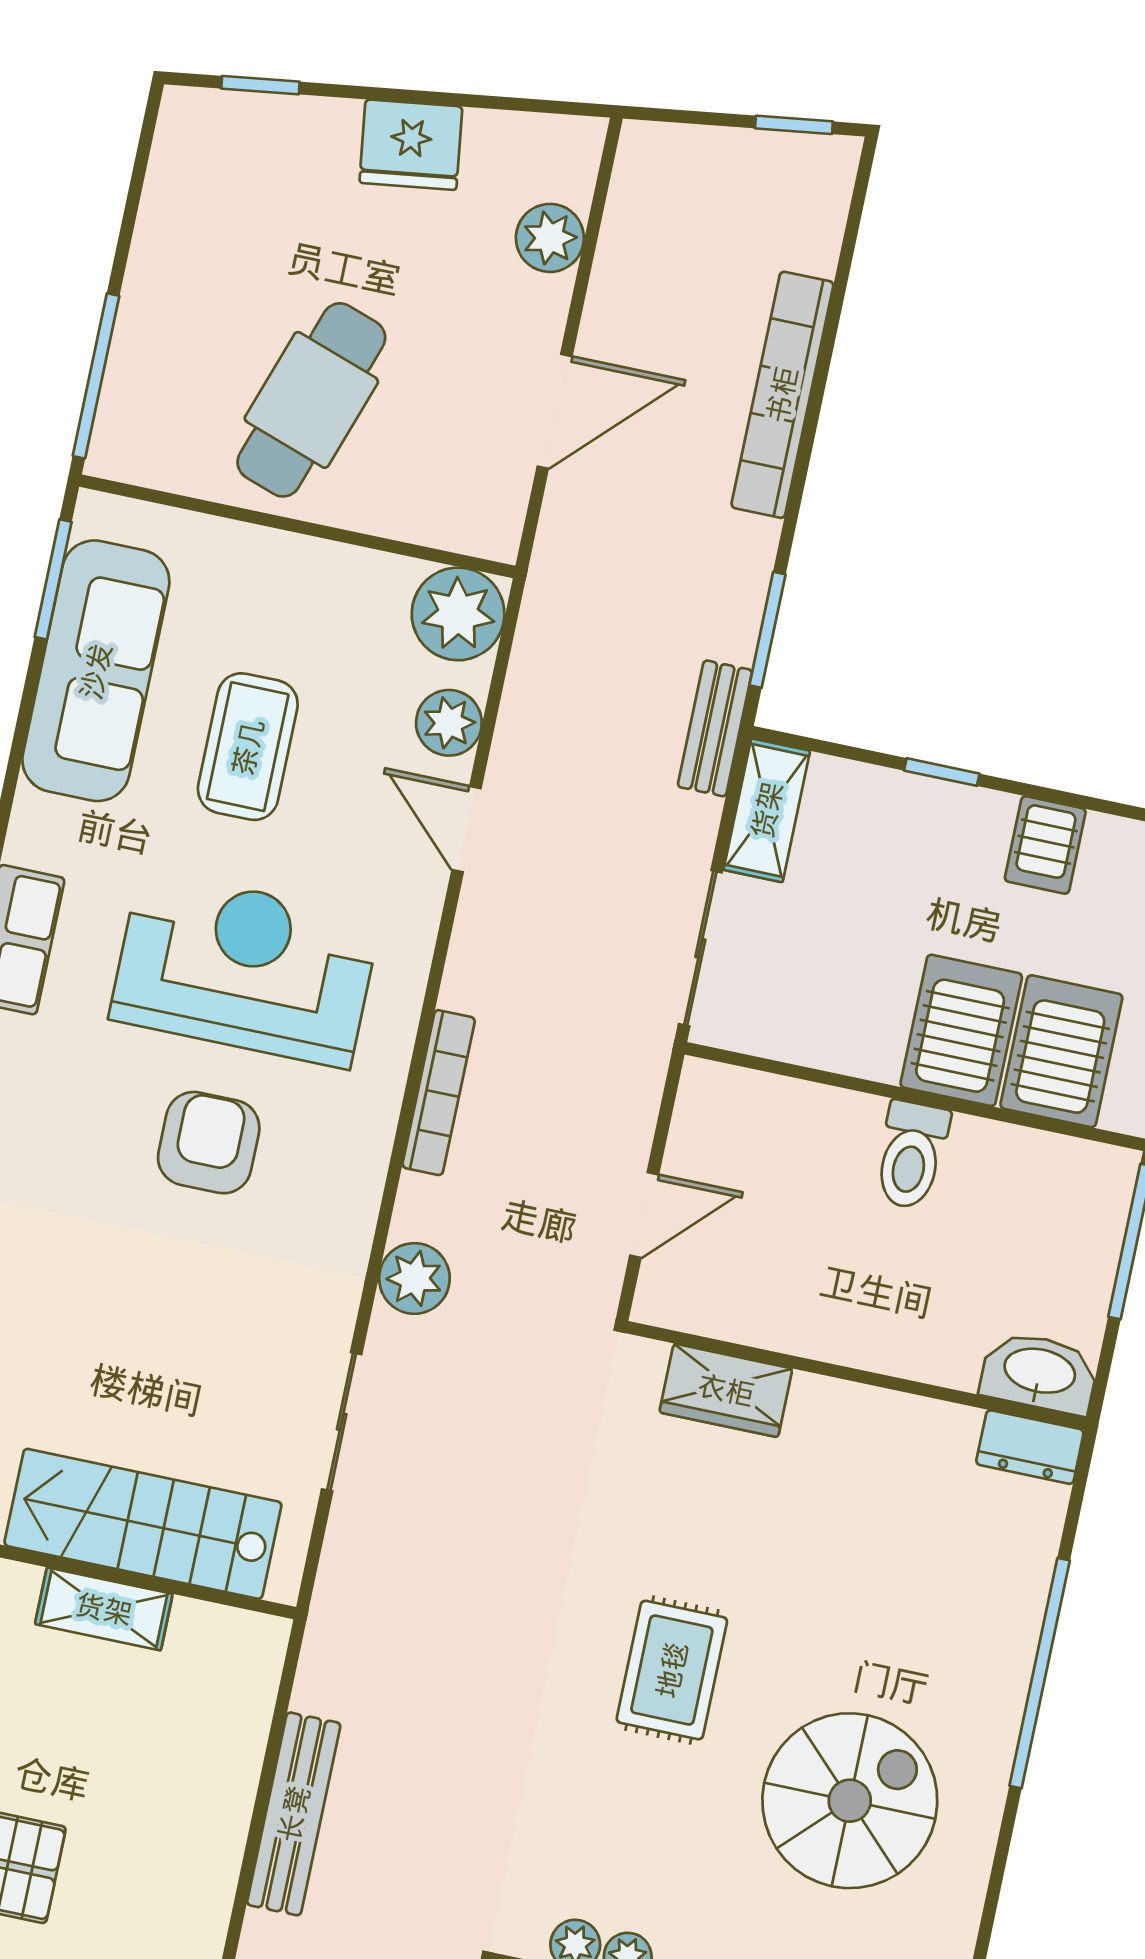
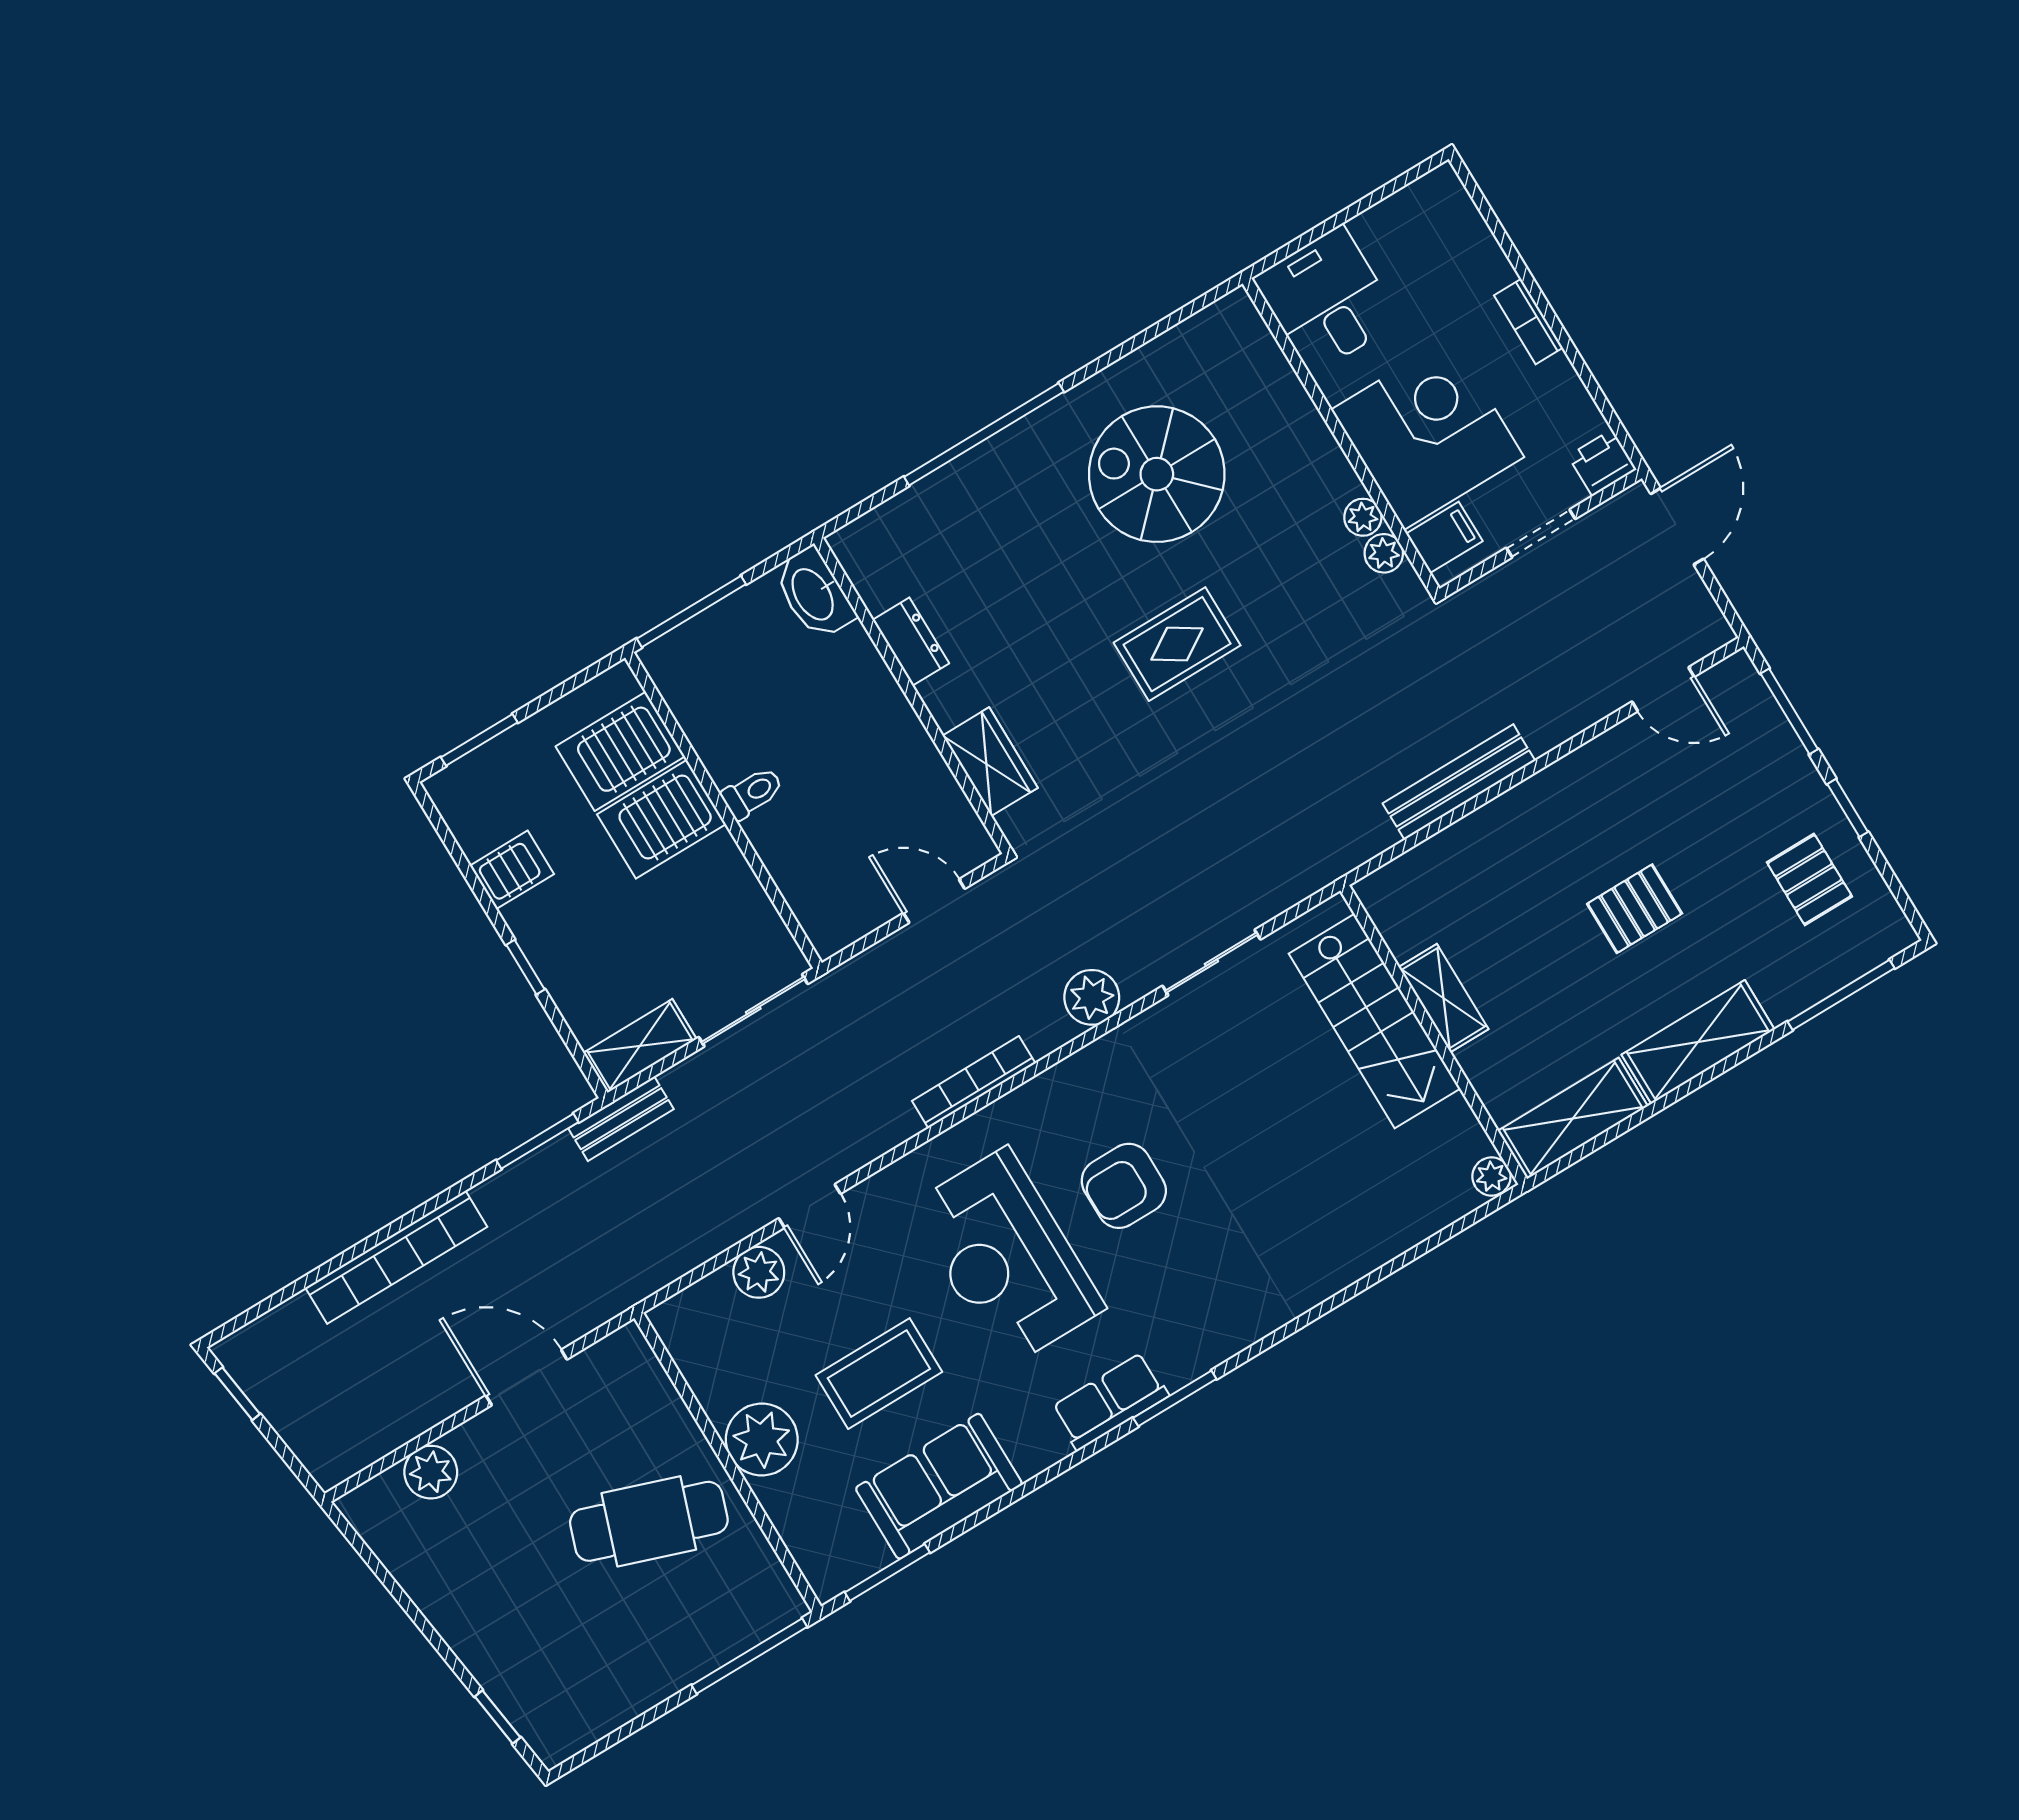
fridge: (411, 145) -> (452, 1600), removed
plant: (458, 614) -> (762, 1439), moved
sofa: (96, 671) -> (939, 1486), width x0.73
toilet: (911, 1155) -> (752, 793), width x0.73, depth x0.72
dresser: (1030, 1447) -> (911, 642), moved

